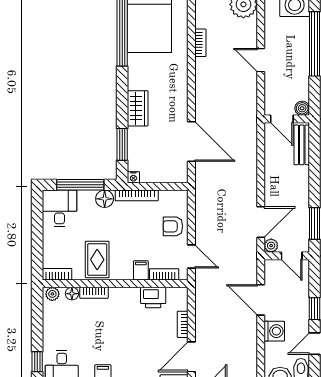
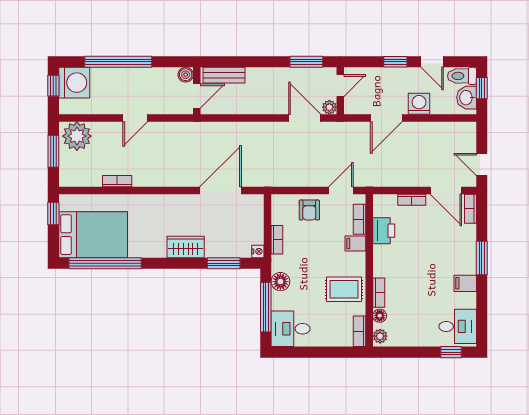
bookcase: (137, 195) -> (277, 240), width x0.64

